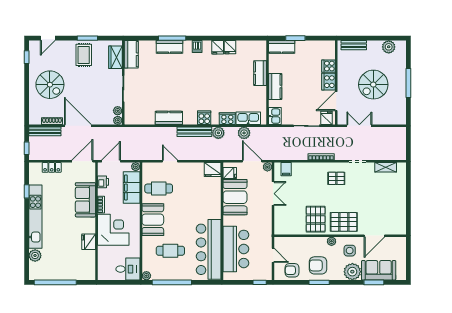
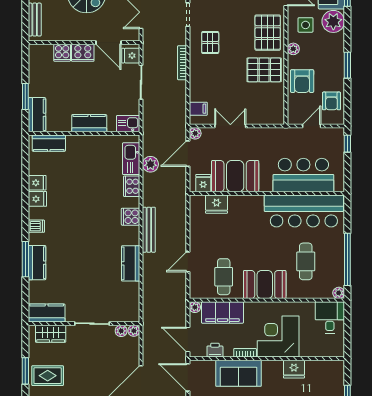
kitchen counter: (260, 73) -> (49, 143), moved
plant: (218, 133) -> (150, 198), removed
fridge: (213, 170) -> (217, 204), moved, turned 90
armchair: (318, 265) -> (302, 81), moved

